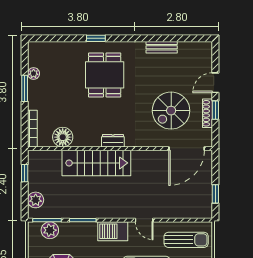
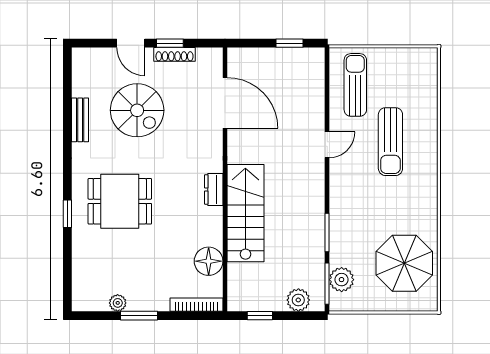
spiral stairs: (171, 111) -> (137, 110), moved
door: (187, 149) -> (225, 103), moved
barbecue: (113, 231) -> (343, 190), removed

